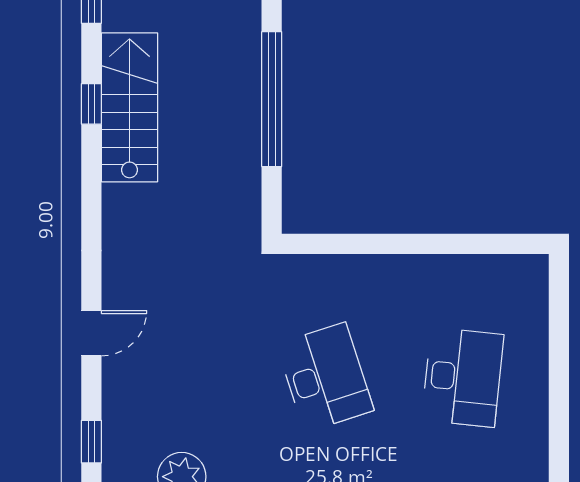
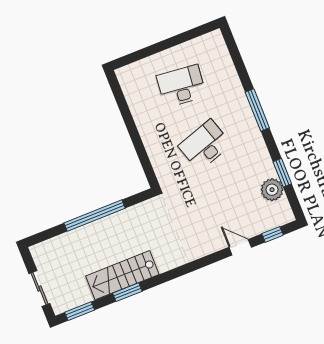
window: (91, 104) -> (127, 292), width x1.50
door: (91, 333) -> (240, 247), moved

